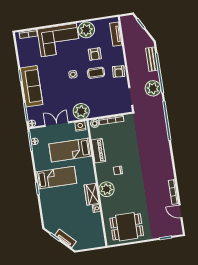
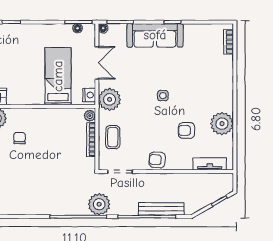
corner sofa: (59, 40) -> (214, 83), removed
bench: (152, 59) -> (161, 209), width x1.36
coffee table: (96, 73) -> (113, 137), moved
plant: (153, 88) -> (99, 204), moved
piano: (99, 151) -> (51, 115), removed
bed: (56, 178) -> (23, 51), removed

